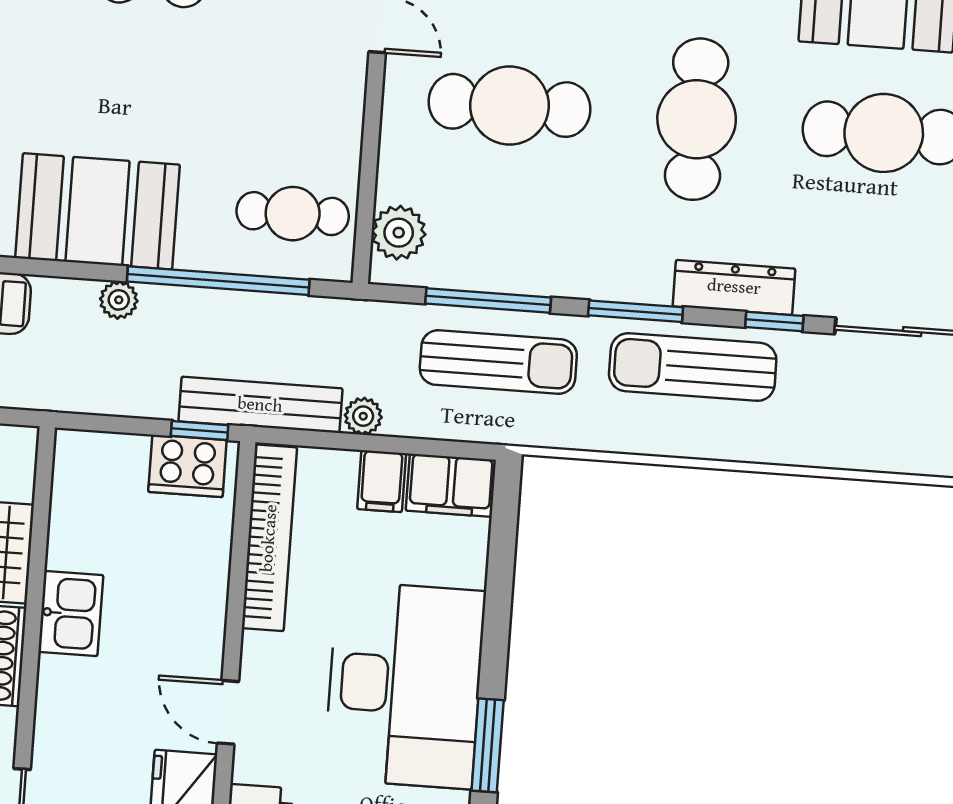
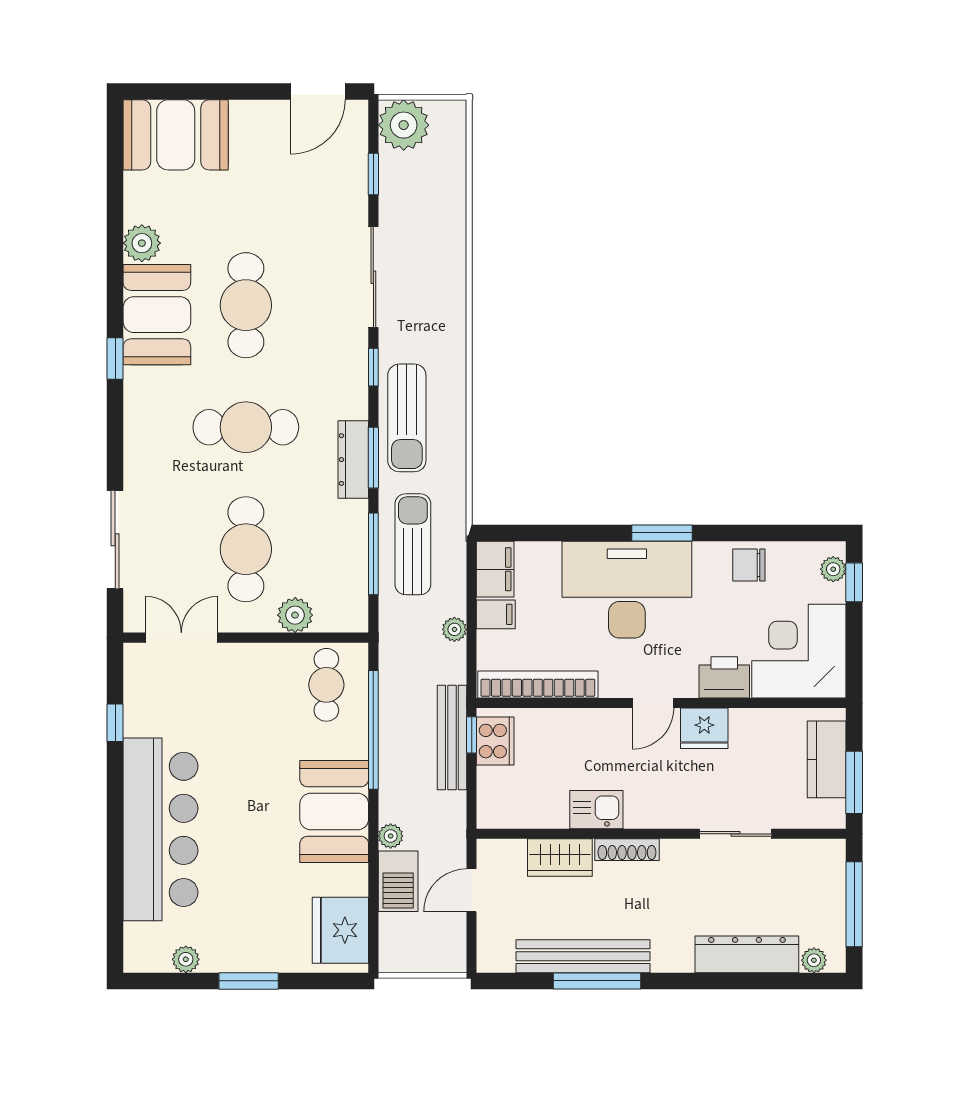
plant: (399, 233) -> (295, 615), moved
dresser: (734, 287) -> (353, 460), moved
plant: (119, 300) -> (391, 836), moved
bench: (260, 405) -> (452, 738), moved

